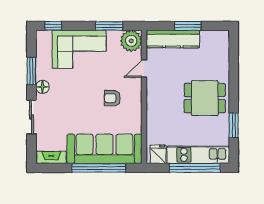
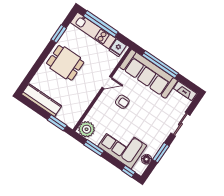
window: (188, 26) -> (57, 123), moved
kitchen counter: (173, 39) -> (42, 100), moved
door: (144, 69) -> (107, 82), moved
floor lamp: (42, 87) -> (146, 159), moved

